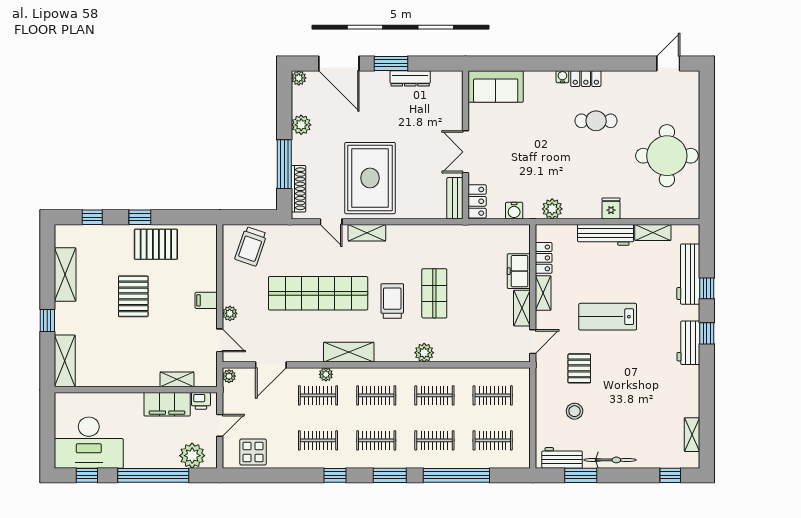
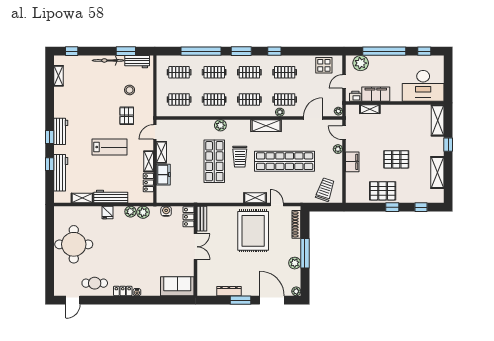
cafe table: (596, 121) -> (95, 283), moved
window: (284, 164) -> (305, 253), moved
plant: (573, 210) -> (130, 212), added
shop shelf: (434, 293) -> (214, 161), width x1.43, depth x1.36
pallet: (133, 296) -> (396, 159), turned 90
filing cabinet: (206, 300) -> (352, 162), width x2.00
desk: (89, 443) -> (423, 86), moved, turned 180

